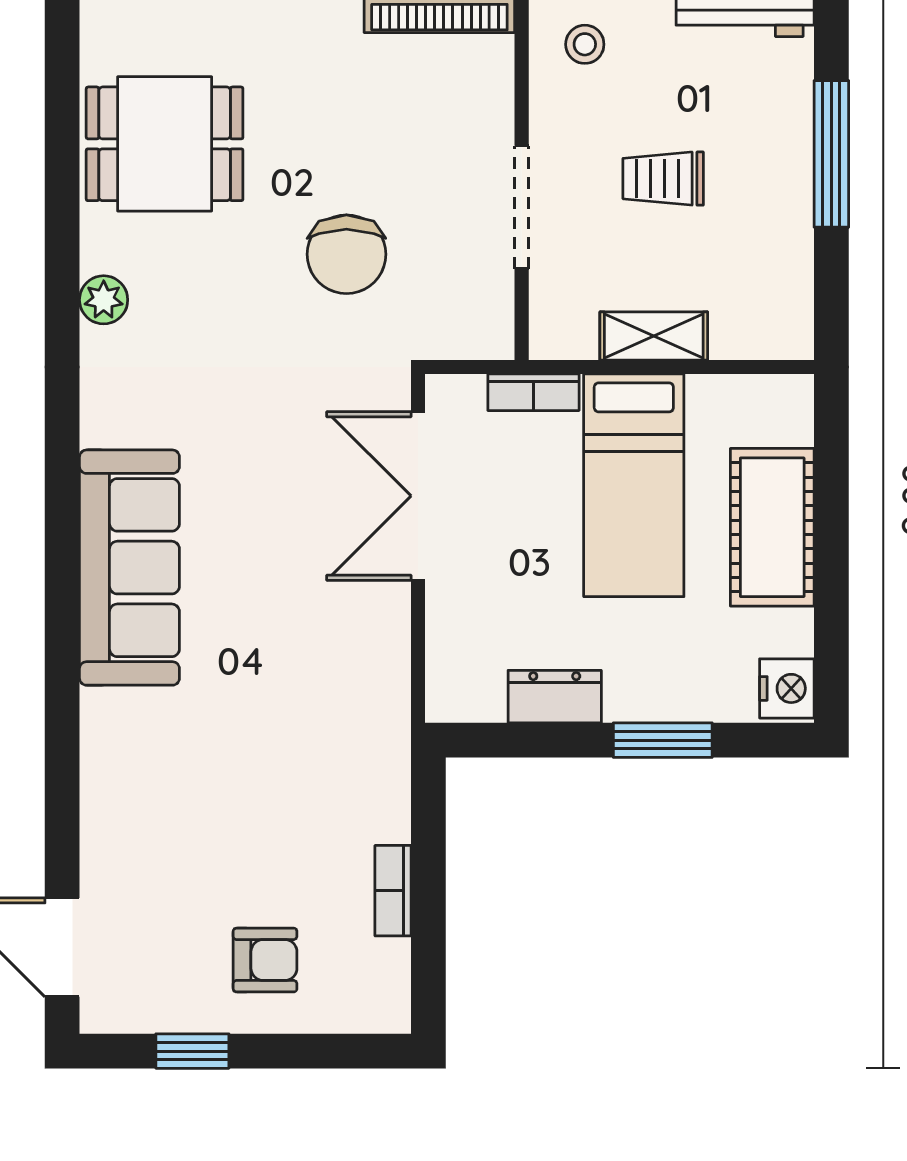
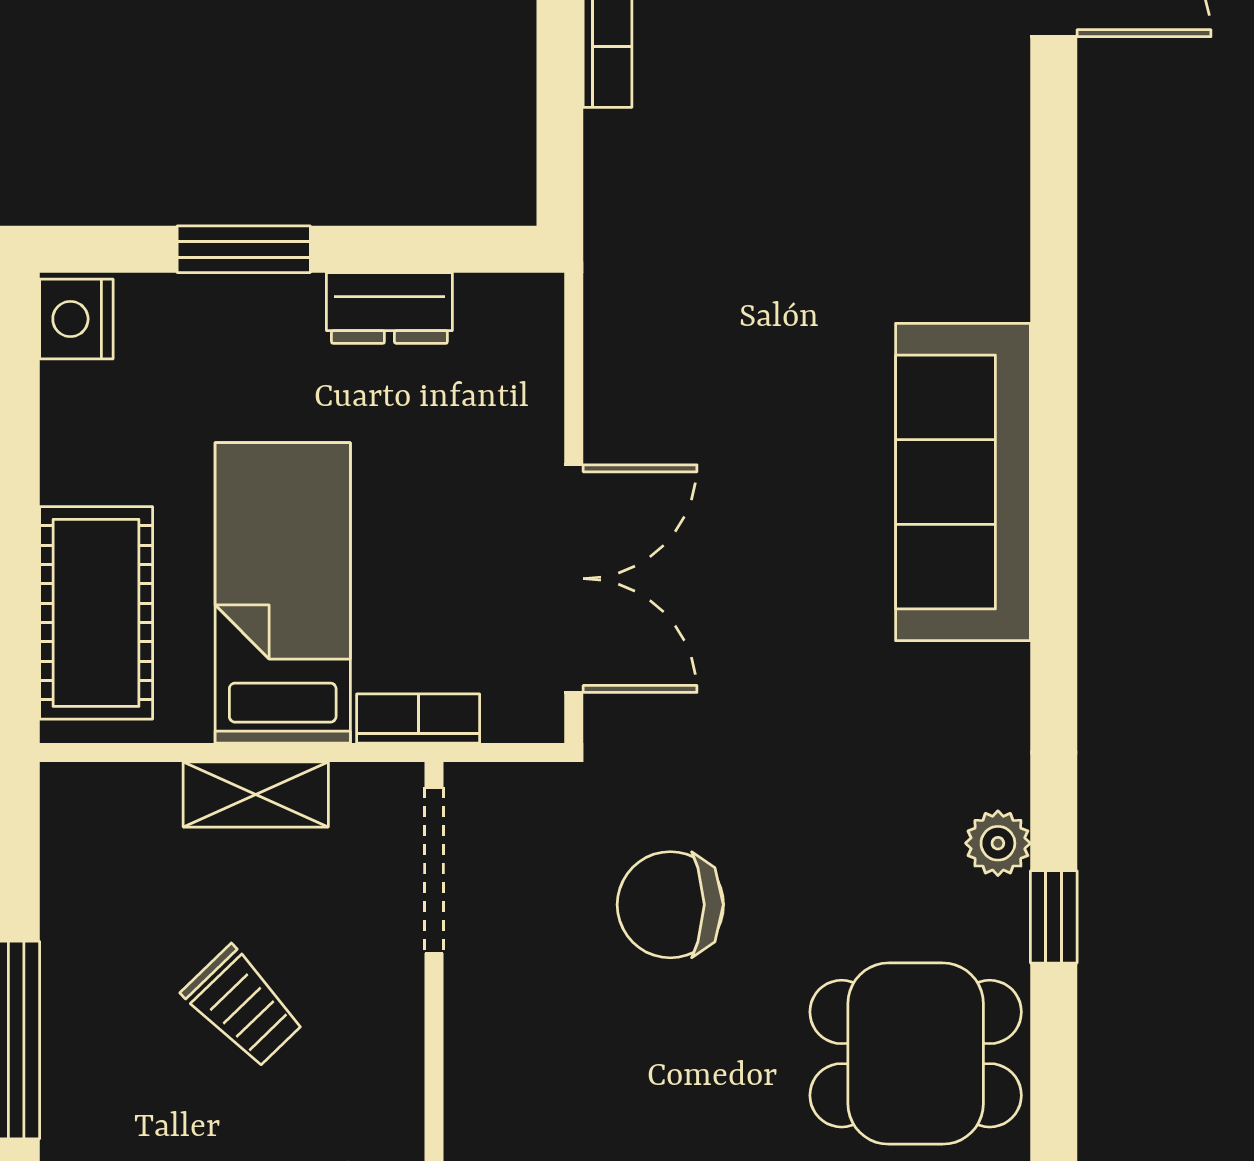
trolley: (663, 179) -> (243, 1007), turned 46
doorway: (522, 207) -> (434, 870), moved
window: (62, 245) -> (1054, 917), added
chair: (346, 254) -> (670, 905), turned -90
cot: (772, 527) -> (96, 613), moved

